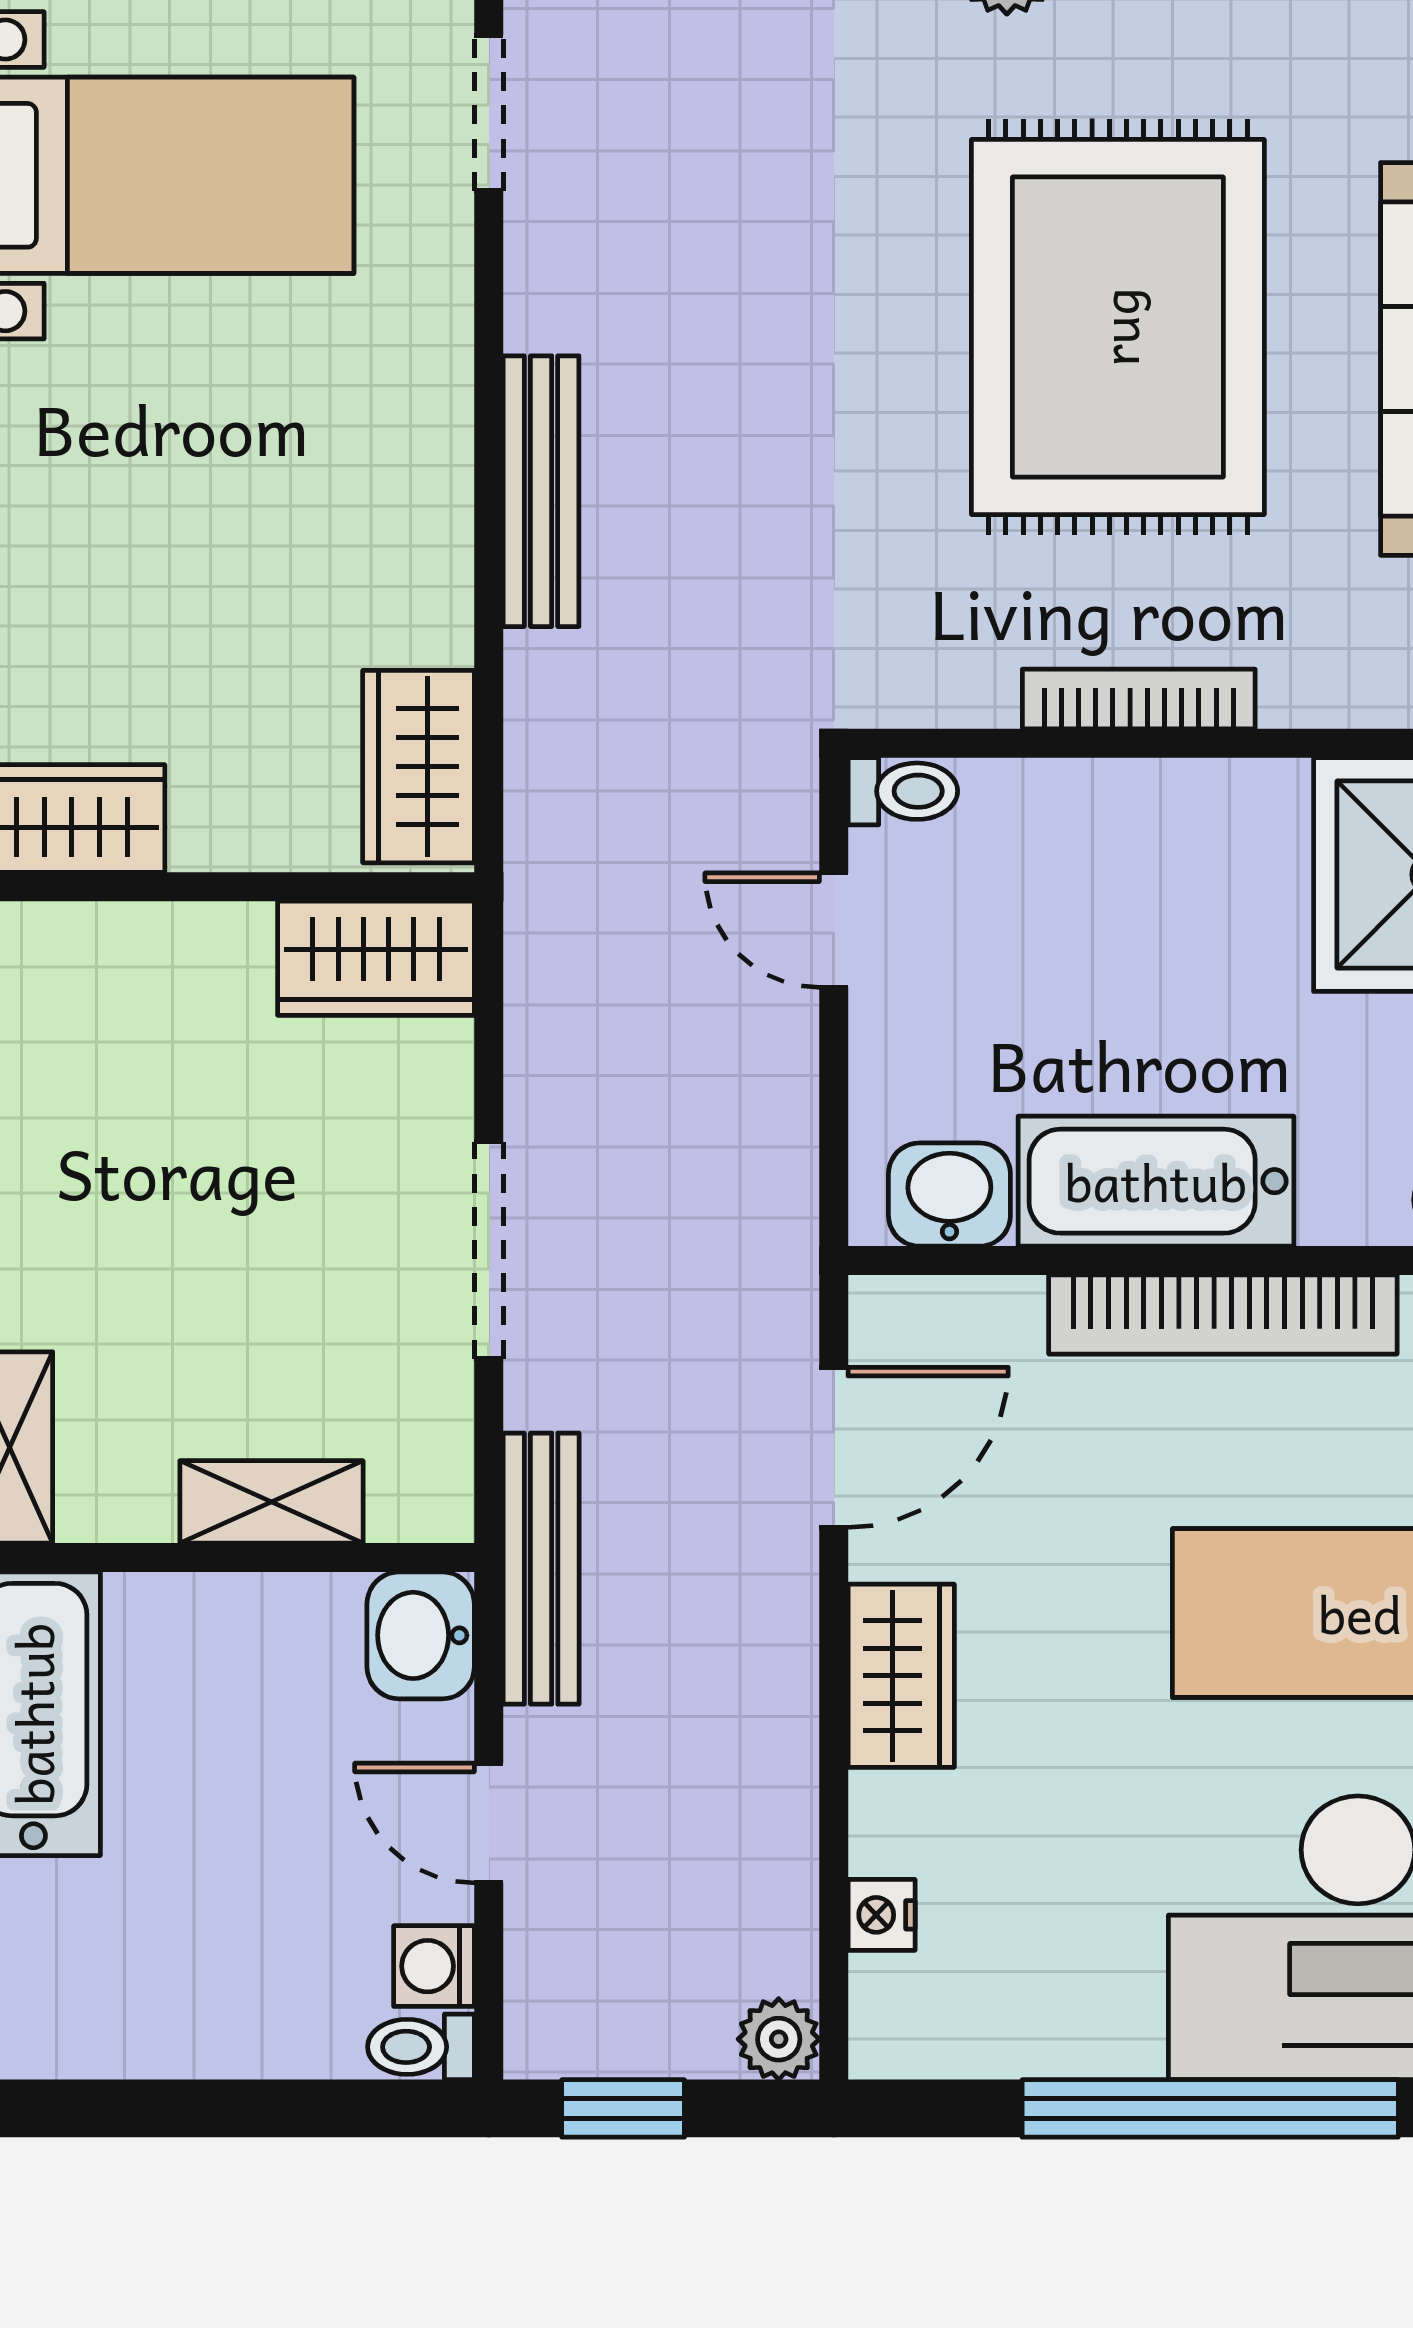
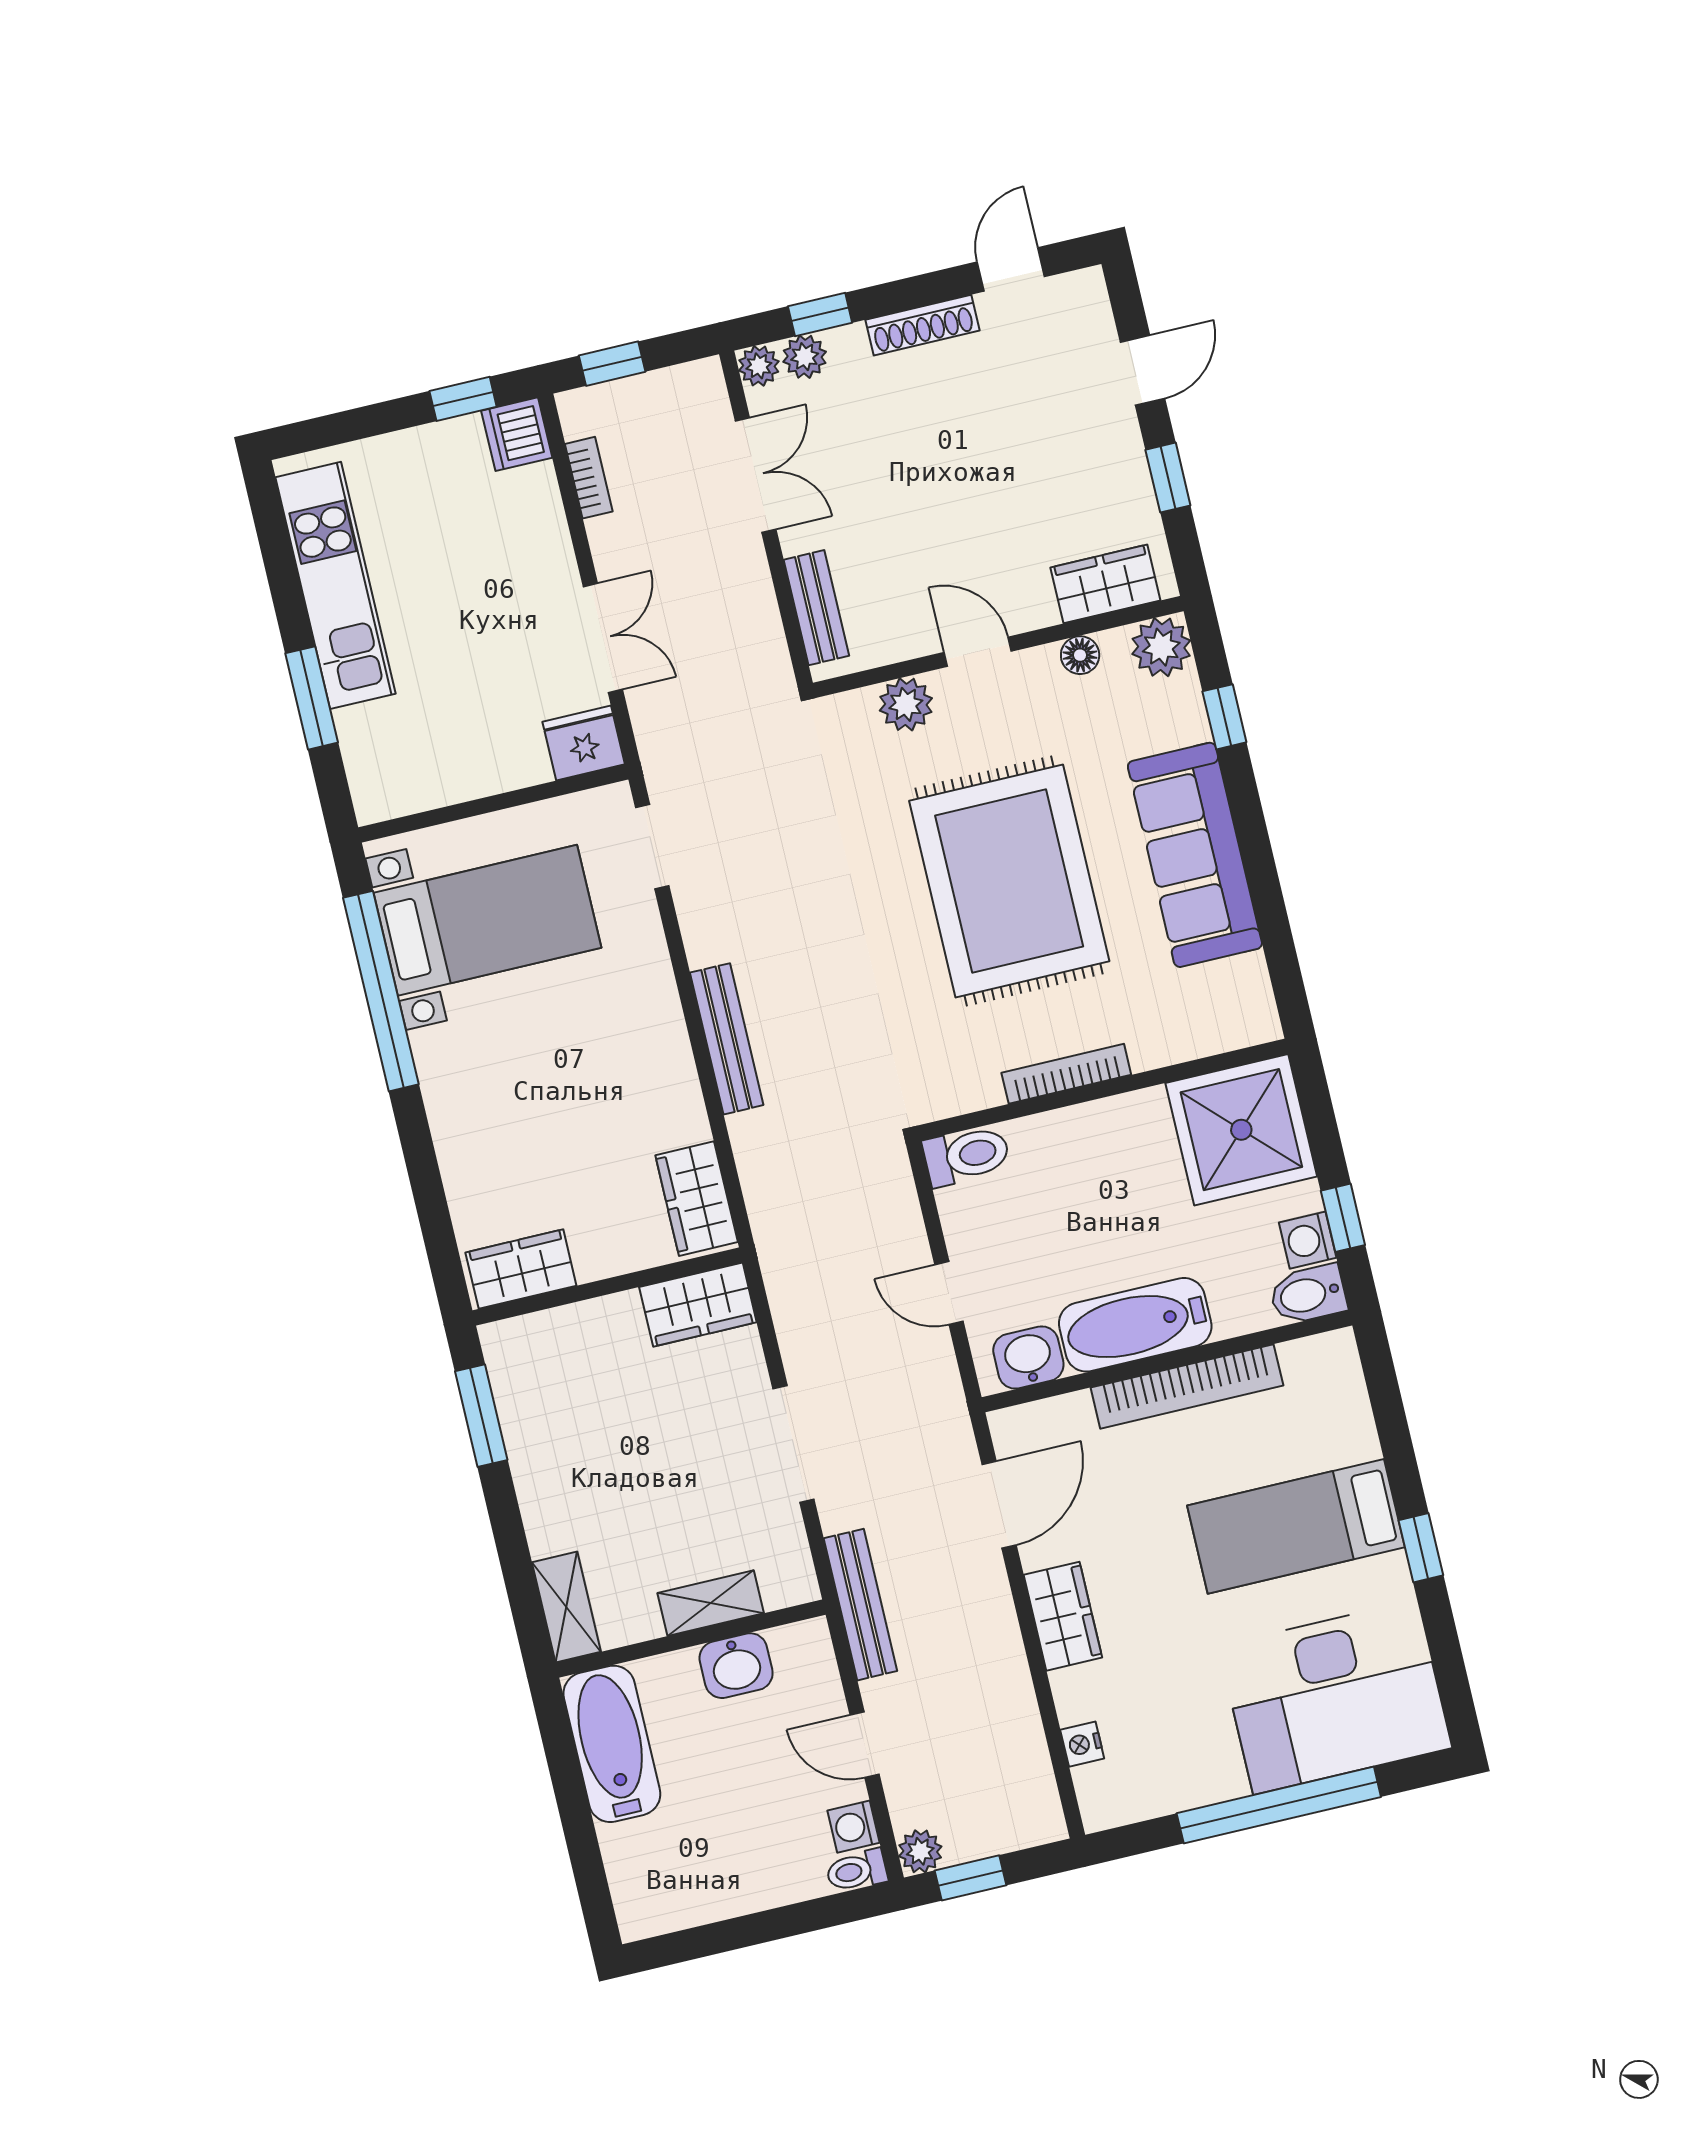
toilet: (903, 791) -> (967, 1155), width x1.37, depth x1.39
door: (834, 930) -> (949, 1293), moved
washbasin: (421, 1635) -> (736, 1666), moved, turned -90
plant: (779, 2039) -> (920, 1851), moved

